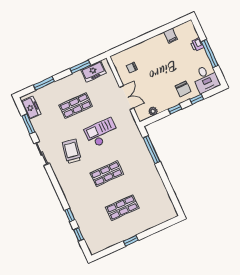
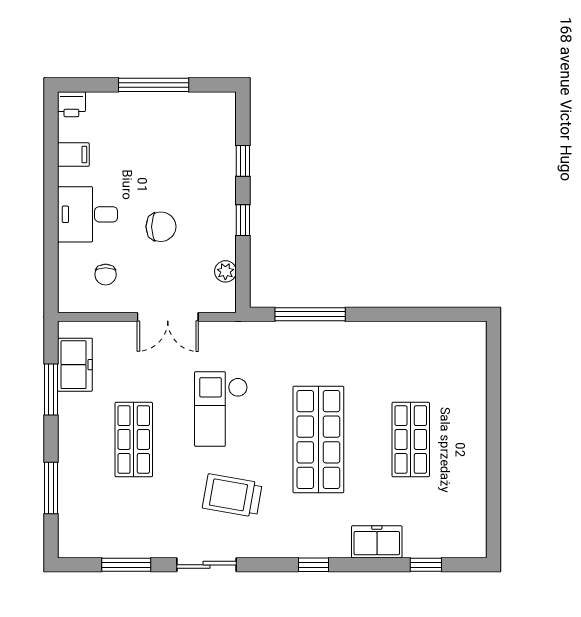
printer: (197, 45) -> (71, 104), moved
desk: (206, 79) -> (88, 214), moved, turned 180
chair: (183, 89) -> (161, 227), moved
double door: (127, 98) -> (168, 317), swing flipped
freezer: (31, 108) -> (377, 542), moved
shop shelf: (107, 174) -> (318, 439), width x1.43, depth x1.36
window: (70, 215) -> (314, 565), moved
window: (131, 241) -> (494, 454), removed

